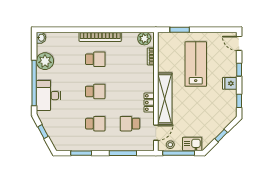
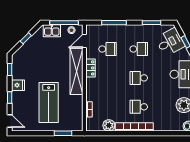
plant: (144, 39) -> (109, 125), moved
school desk: (95, 124) -> (139, 49), turned 180
desk: (60, 131) -> (170, 42), added

